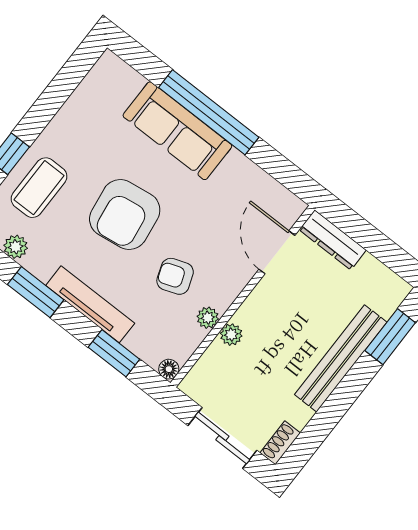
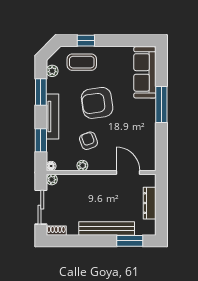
window: (209, 112) -> (161, 105), width x0.68
sofa: (177, 131) -> (145, 72), moved
dresser: (333, 240) -> (150, 203), moved
door: (277, 252) -> (128, 172), hinge flipped
plant: (231, 335) -> (52, 180), moved

